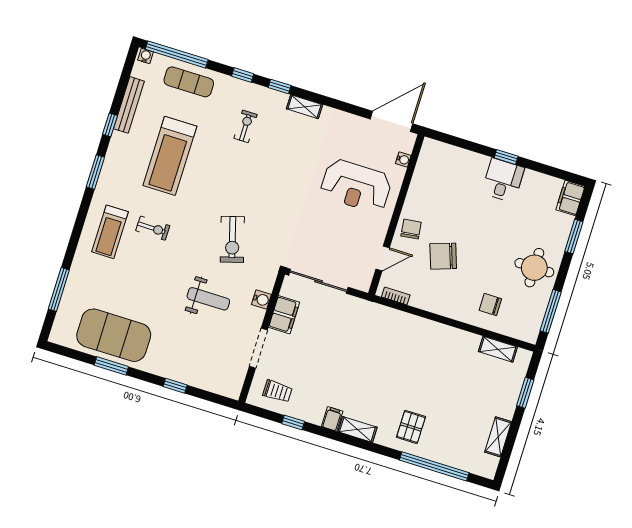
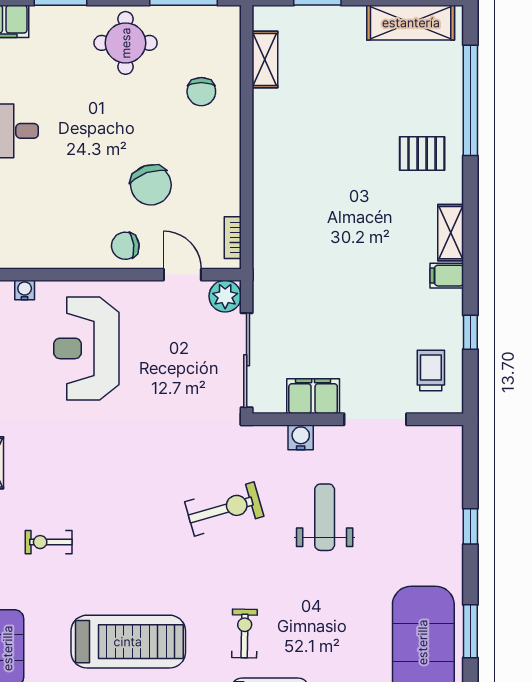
reception desk: (356, 186) -> (86, 348), turned 180
plant: (362, 280) -> (225, 296), added
shelving: (498, 437) -> (411, 23), width x1.50, depth x1.33

